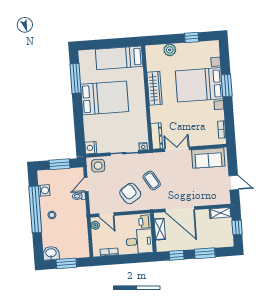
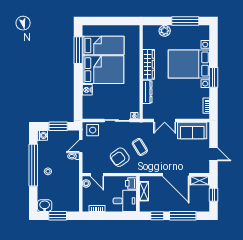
window: (192, 37) -> (185, 21), width x2.17
bed: (119, 58) -> (103, 45), moved, turned 180
window: (227, 86) -> (213, 77), moved
dresser: (157, 136) -> (147, 92), moved
nightstand: (91, 148) -> (87, 90), moved
double door: (177, 149) -> (165, 120), swing flipped
washing machine: (44, 190) -> (42, 135), moved
armchair: (130, 193) -> (120, 157), turned -92
door: (180, 209) -> (176, 175), moved
window: (205, 253) -> (183, 216), width x1.44

